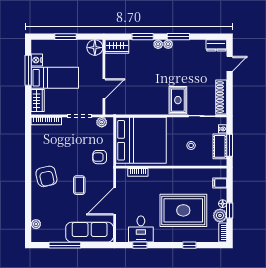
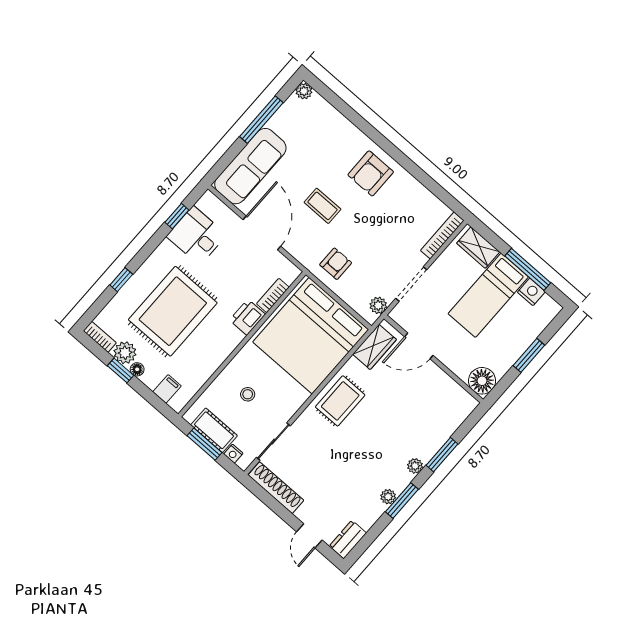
plant: (168, 44) -> (388, 497), moved
wardrobe: (117, 47) -> (375, 347), moved, turned 180
door: (104, 89) -> (419, 346), hinge flipped
rug: (178, 100) -> (340, 401), moved, turned 90
printer: (157, 175) -> (247, 317), added
armchair: (46, 176) -> (371, 173), turned -77
plant: (36, 224) -> (304, 91), moved

